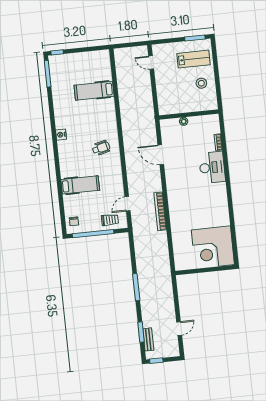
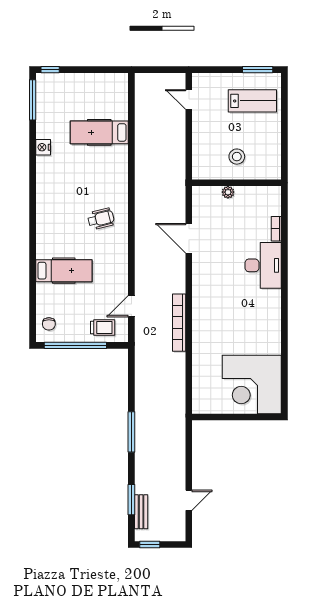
stool: (201, 83) -> (237, 157), moved
nightstand: (61, 135) -> (43, 147), moved

